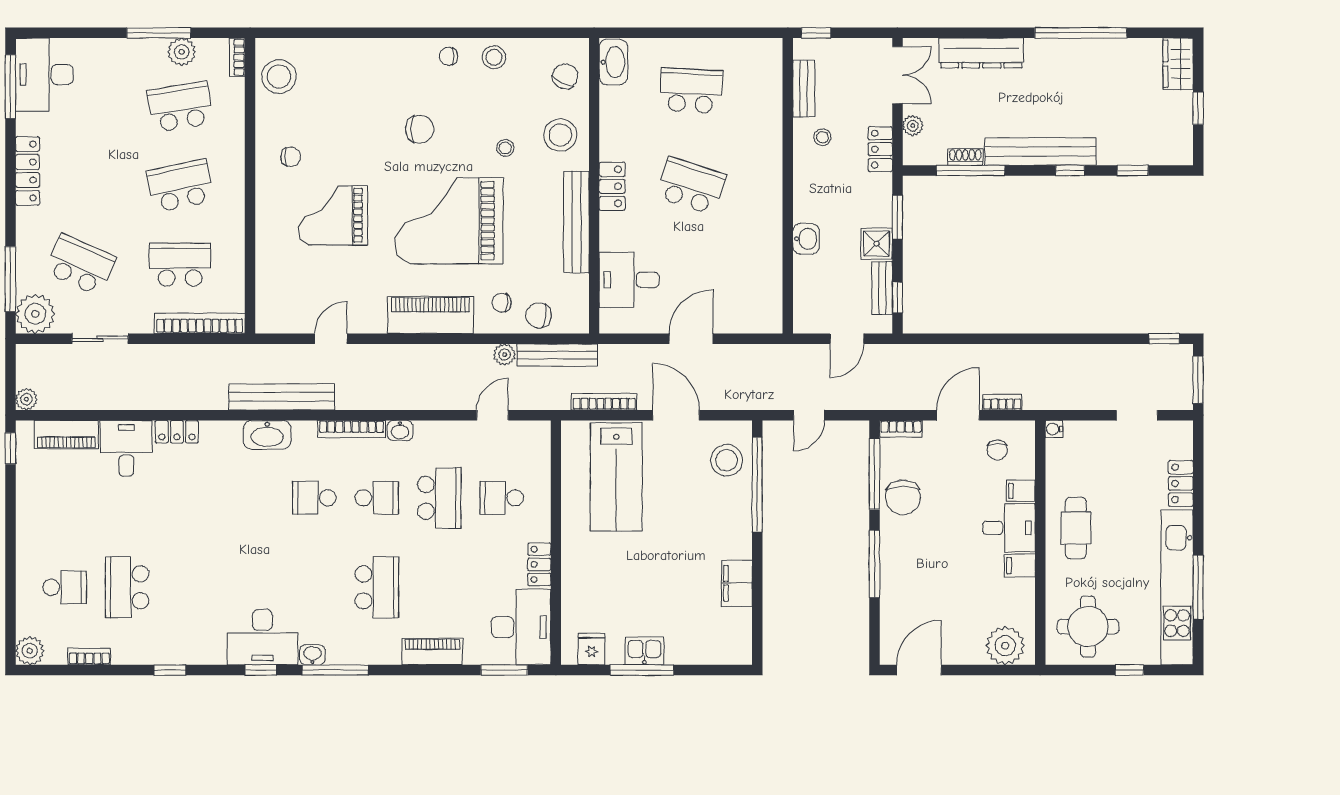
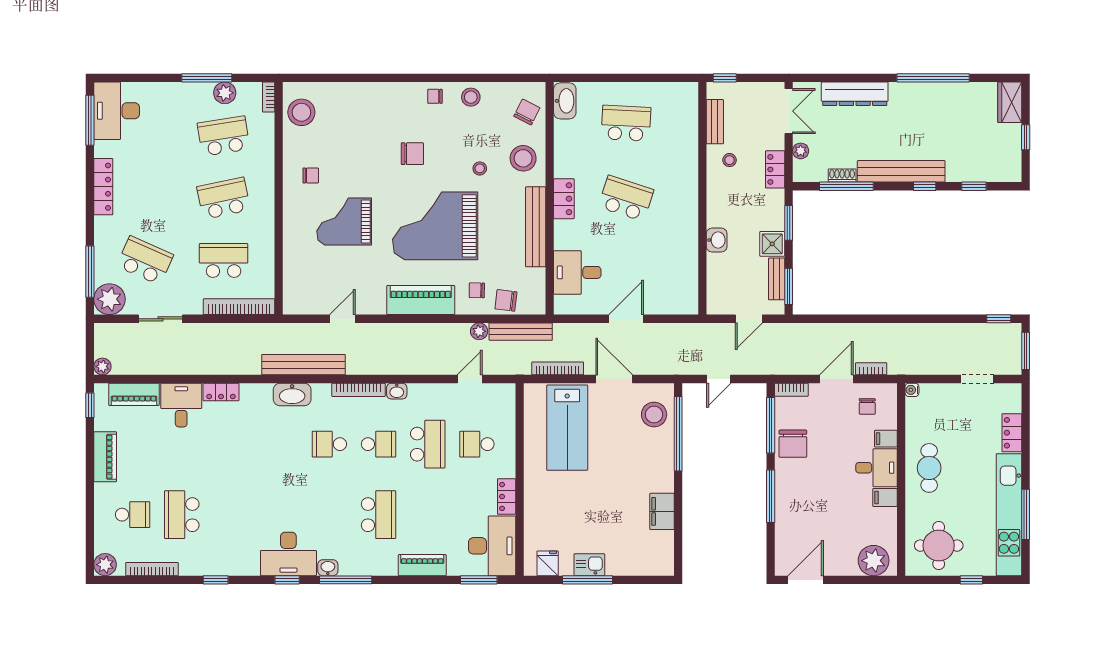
window: (897, 297) -> (789, 286), width x1.50
piano: (30, 514) -> (105, 457), added
bookcase: (89, 656) -> (152, 569), width x1.56

